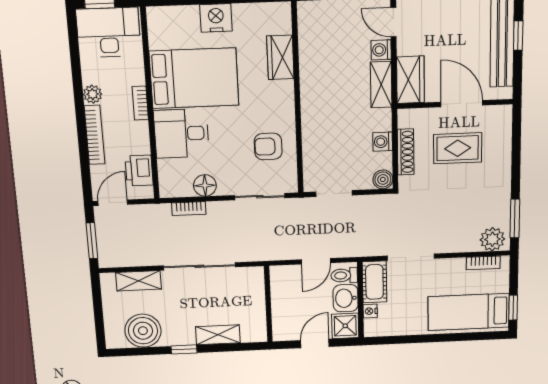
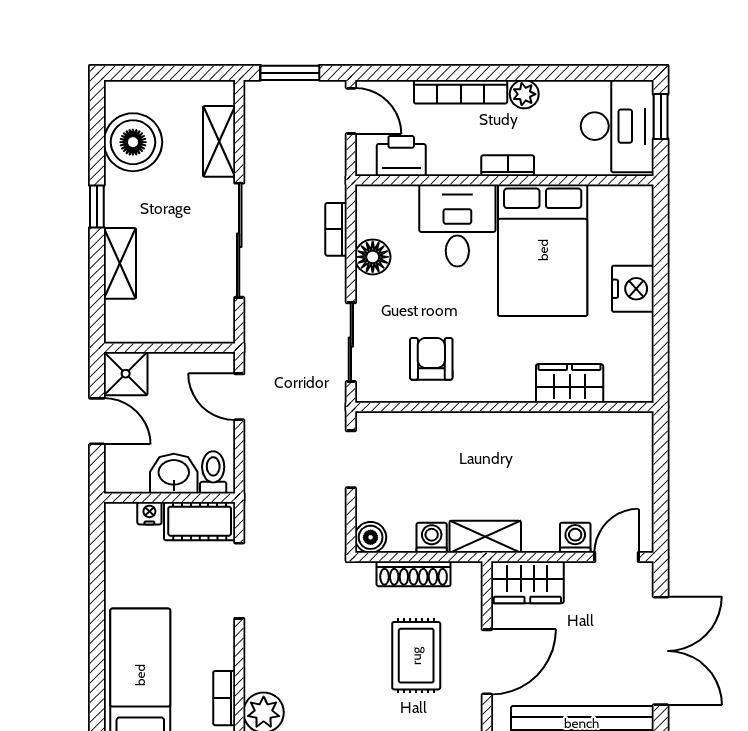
shelving: (381, 85) -> (485, 537), moved
door: (316, 261) -> (239, 397), moved
shower: (345, 326) -> (126, 374), moved

